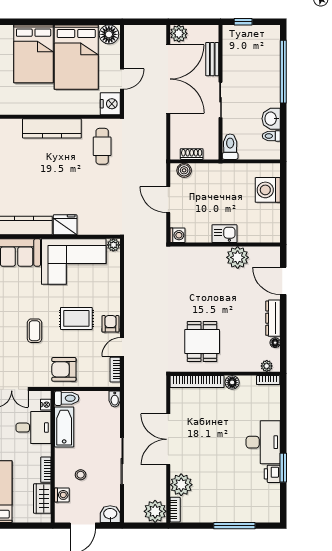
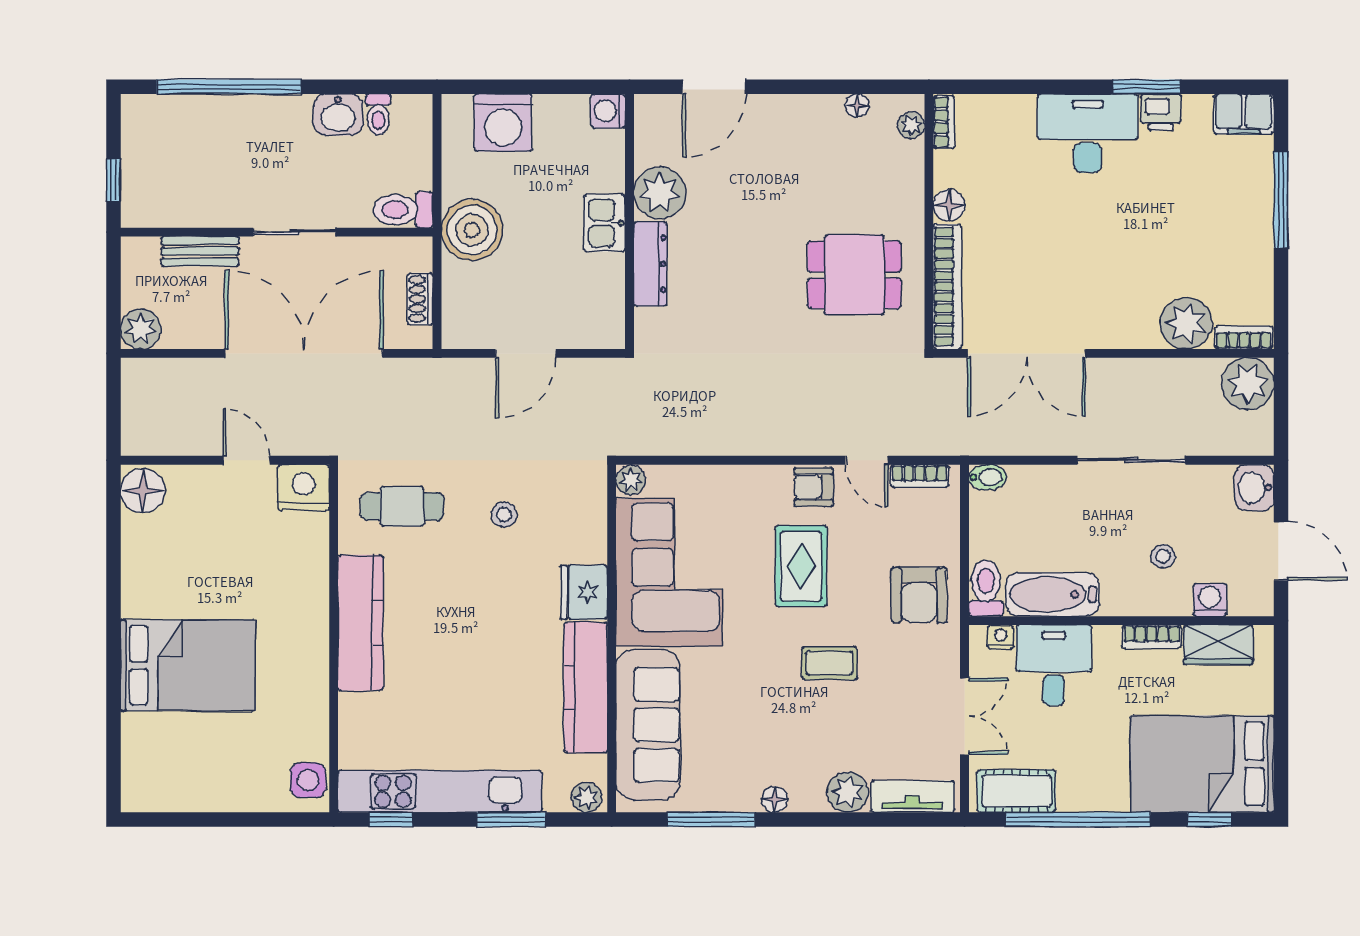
bed: (76, 57) -> (195, 566), removed
double door: (168, 79) -> (304, 353), moved
boiler: (184, 170) -> (472, 230), moved, width x1.86, depth x1.86
stool: (99, 190) -> (504, 515), added
washing machine: (177, 235) -> (608, 111), moved, turned -90
dresser: (273, 318) -> (650, 264), moved, turned -90
double door: (168, 439) -> (1026, 353), moved
filing cabinet: (272, 510) -> (1244, 114), added

